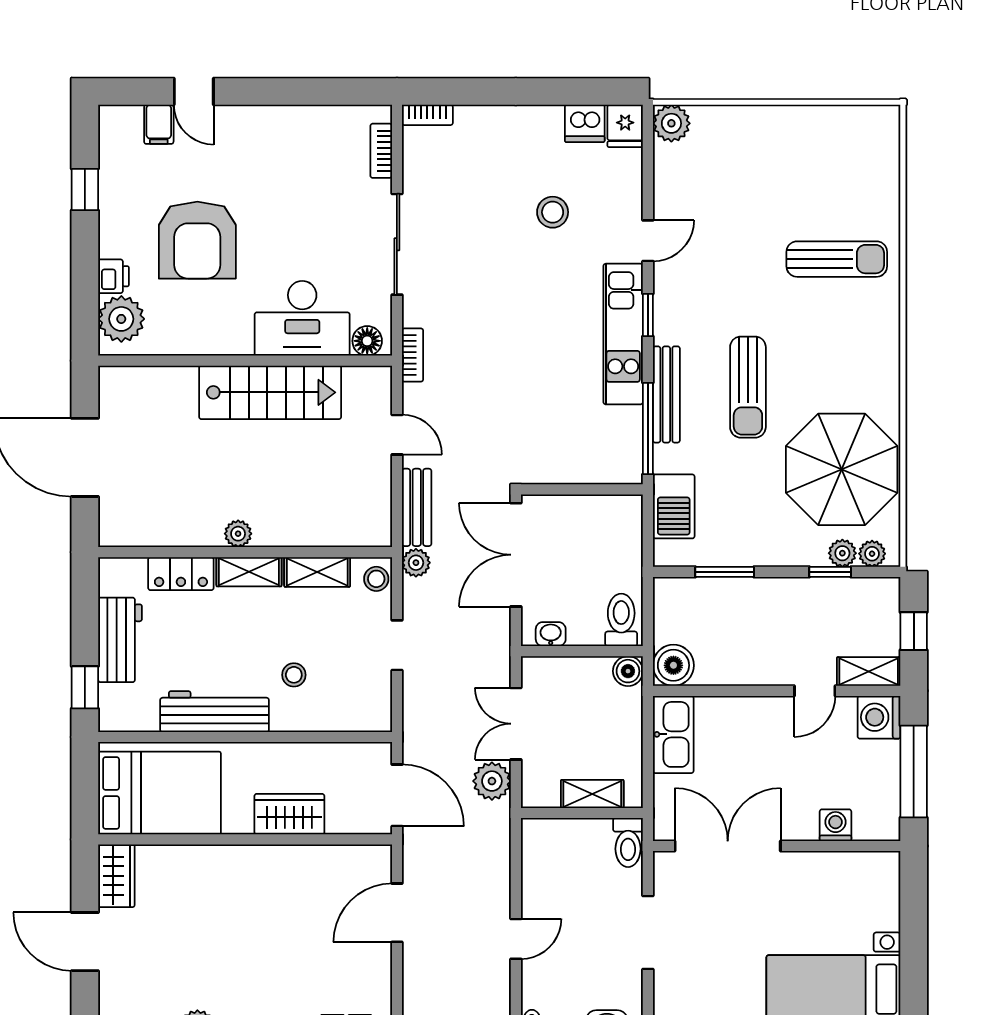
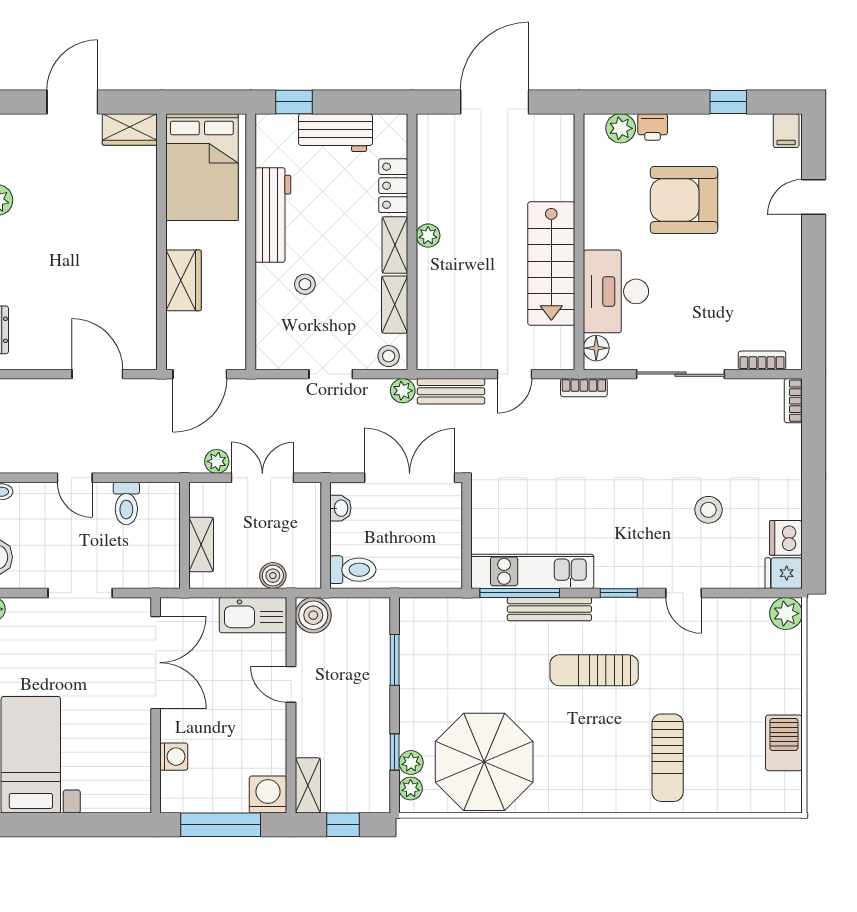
filing cabinet: (159, 124) -> (786, 131), moved, turned -90
plant: (121, 319) -> (621, 128), width x0.73, depth x0.73
kitchen unit: (623, 334) -> (532, 571), moved
sun lounger: (748, 387) -> (594, 670), moved
barbecue: (674, 506) -> (784, 743), moved, turned 90
boiler: (628, 671) -> (273, 576), moved
door: (815, 691) -> (291, 684), moved
plant: (492, 781) -> (217, 461), width x0.73, depth x0.73
toilet: (628, 842) -> (126, 504), moved, turned -90

